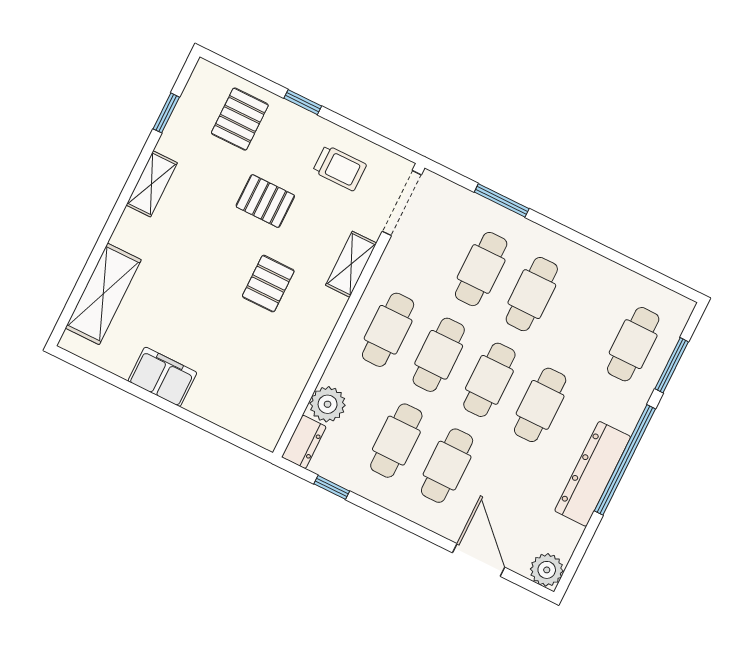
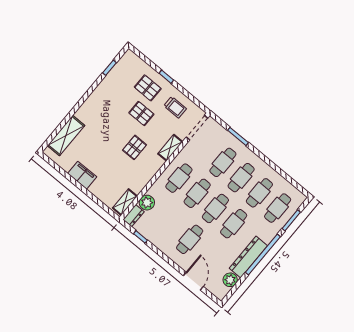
pallet: (240, 119) -> (148, 88), moved, turned 90
shelving: (152, 184) -> (125, 202), moved
cafe table: (396, 441) -> (259, 193), moved
plant: (547, 570) -> (230, 280), moved

